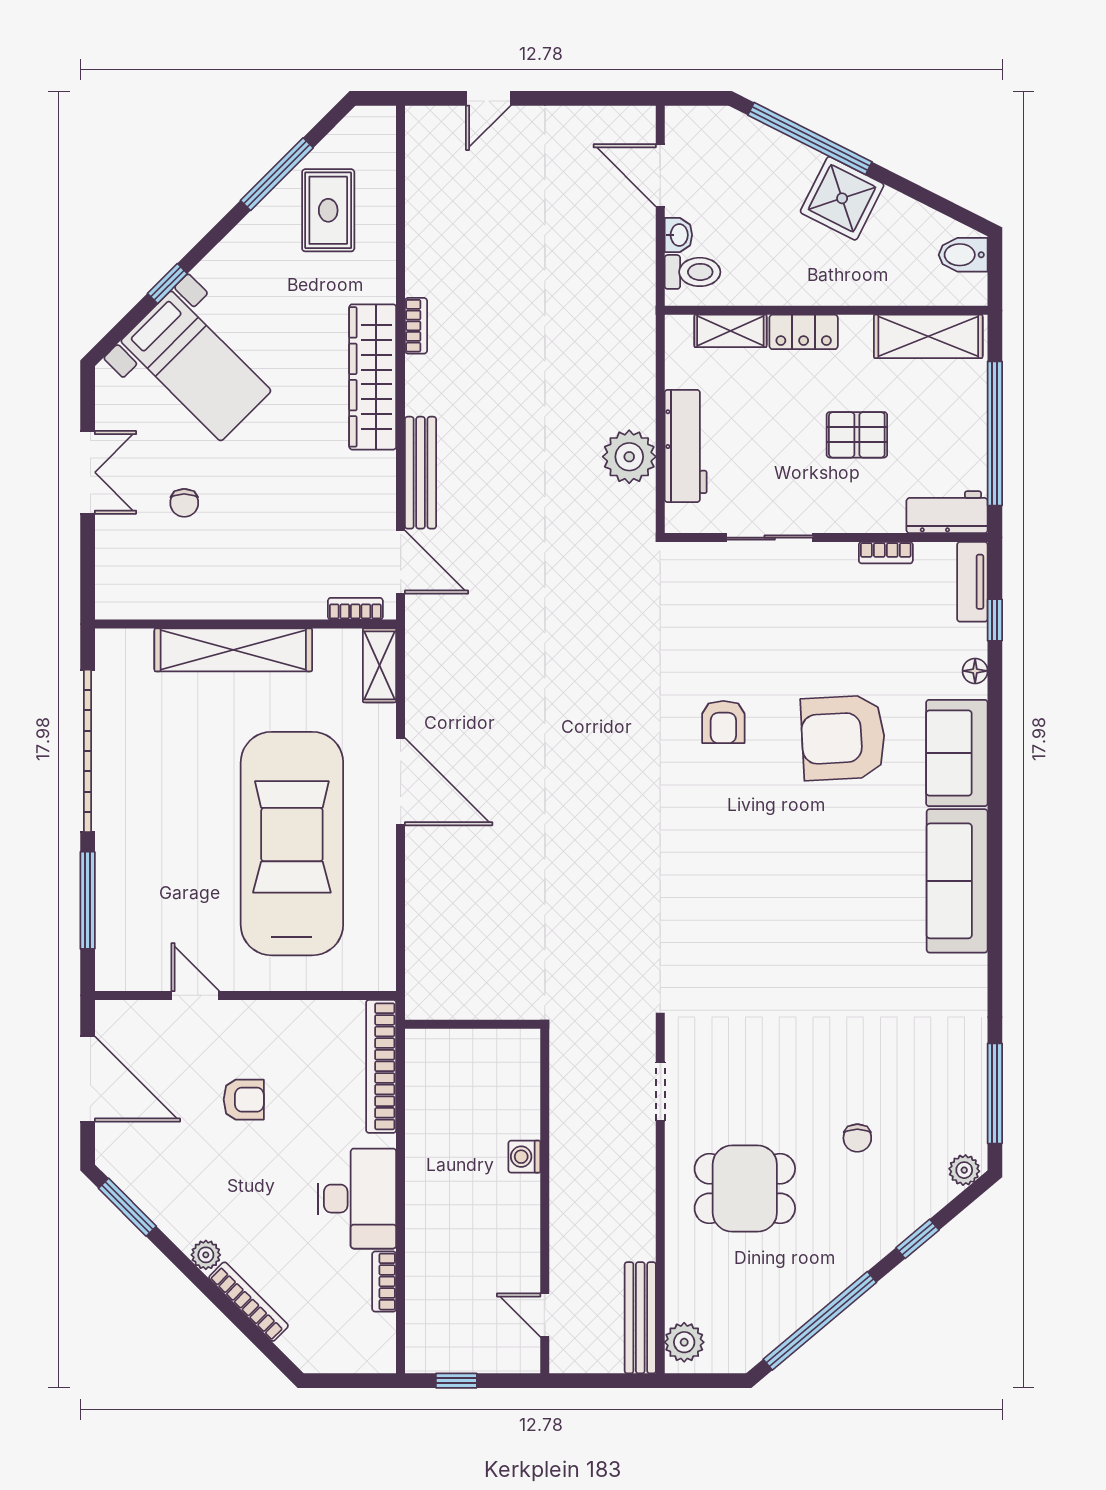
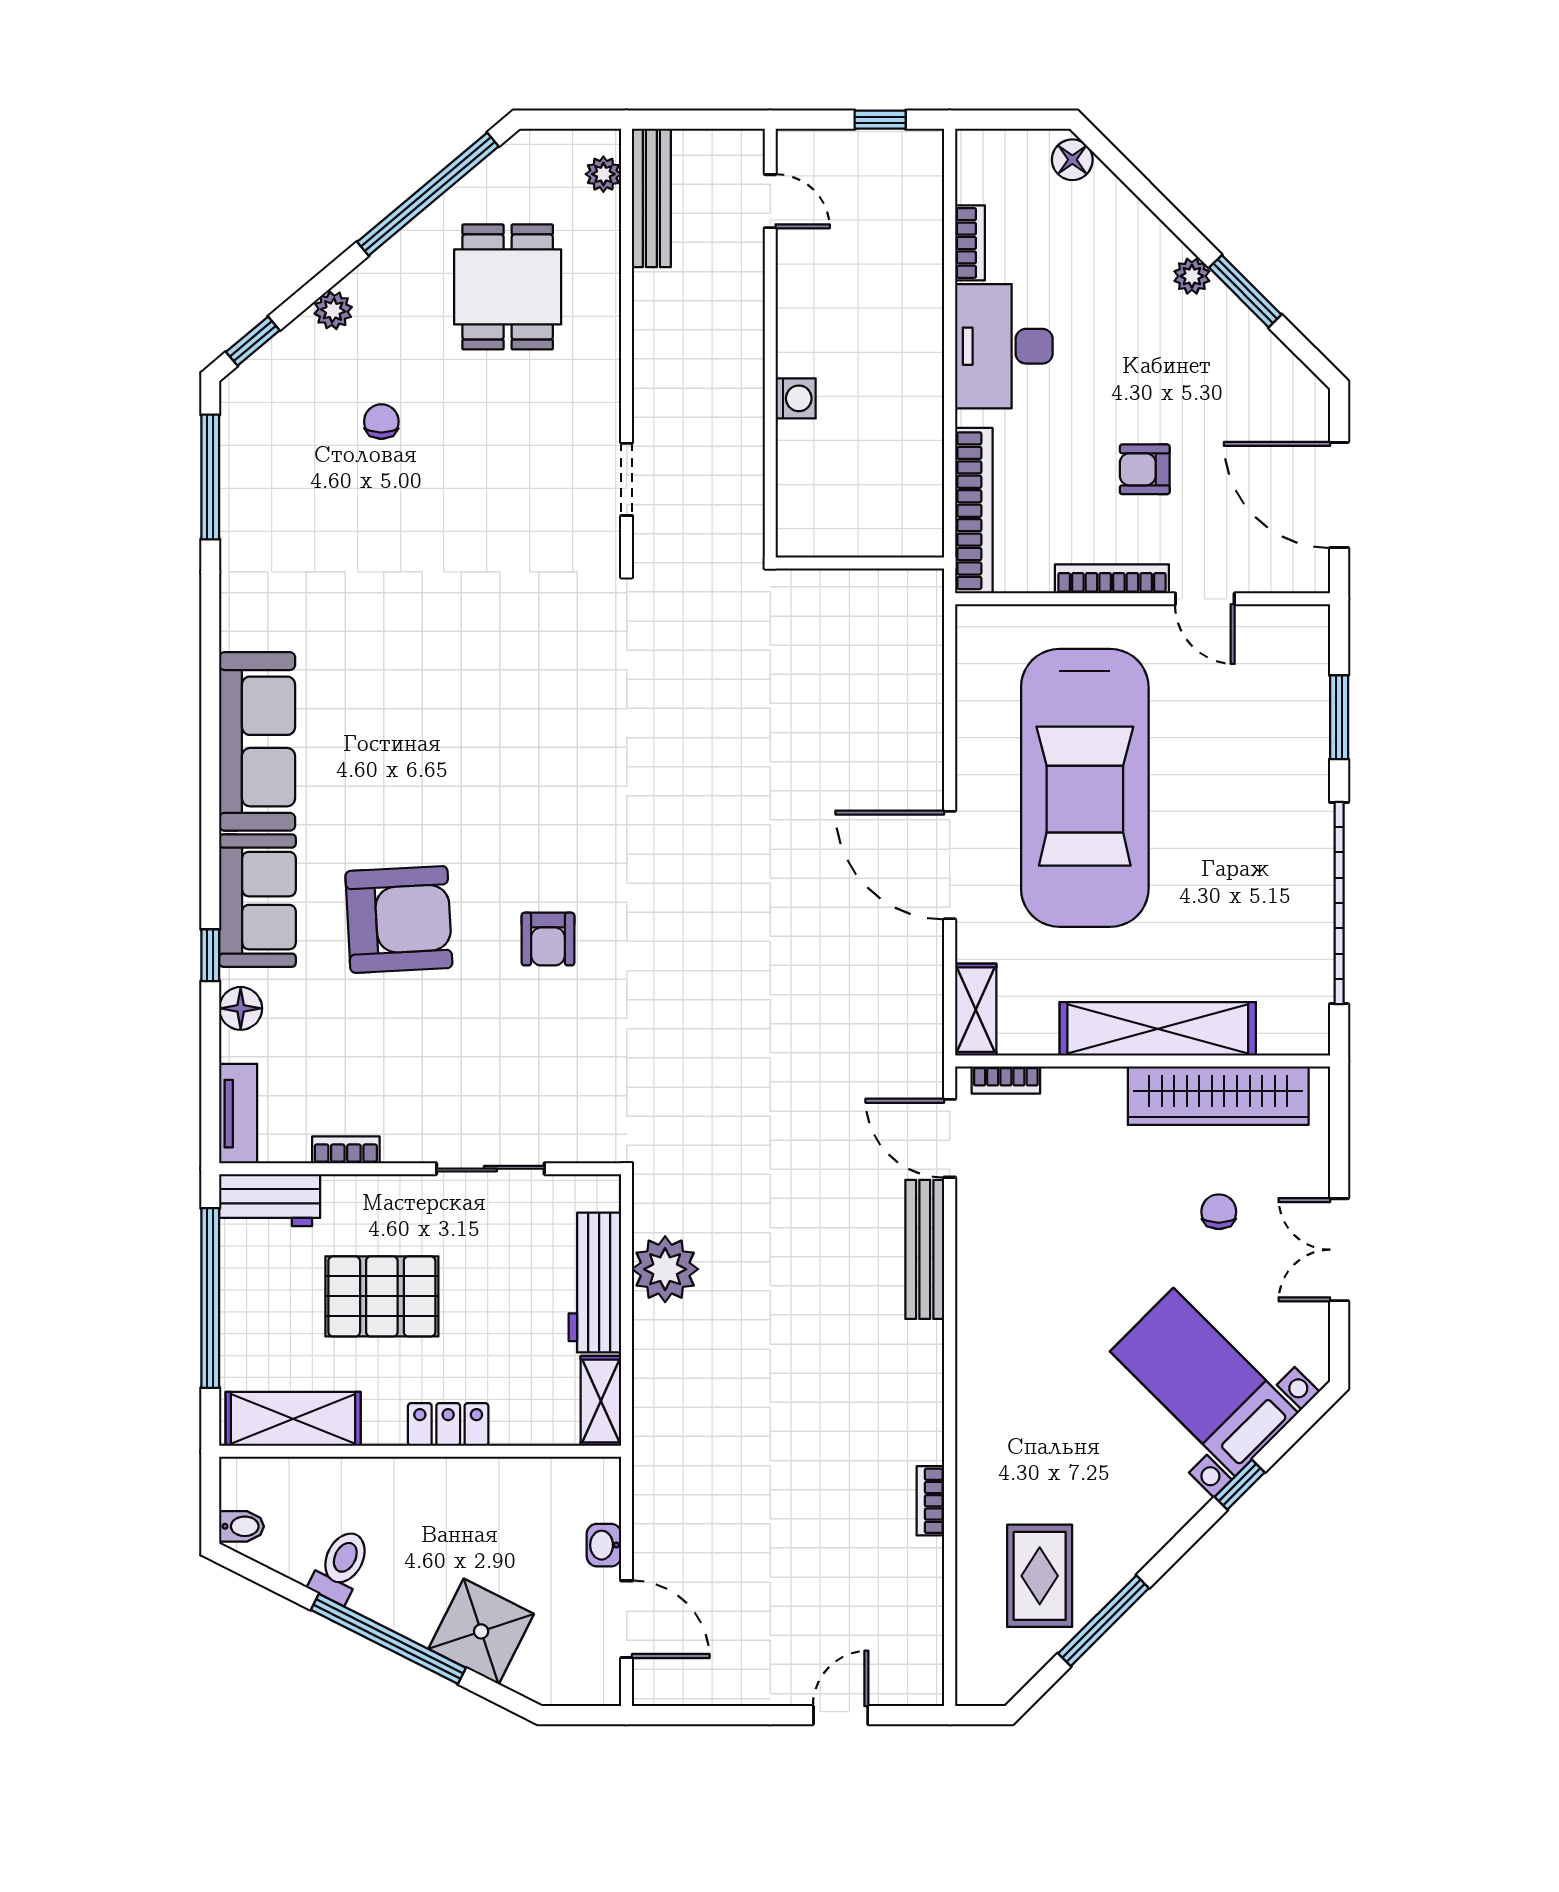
window: (810, 138) -> (388, 1639), moved
shower: (842, 198) -> (481, 1631), moved
bidet: (963, 255) -> (242, 1526), width x0.72, depth x0.74
toilet: (692, 272) -> (341, 1566), moved, turned 117
bookcase: (416, 326) -> (930, 1501), moved
shelving: (730, 331) -> (601, 1401), moved, turned 90
wardrobe: (373, 377) -> (1218, 1096), moved, turned 90
pallet: (857, 435) -> (382, 1296), width x1.50, depth x1.42
window: (995, 620) -> (210, 955), moved
floor lamp: (975, 671) -> (241, 1008), width x1.37, depth x1.37
armchair: (723, 722) -> (548, 939), turned 180
window: (88, 900) -> (1339, 717), width x0.69
plant: (964, 1170) -> (333, 310), moved
dining table: (745, 1189) -> (508, 287), moved, turned 90
window: (127, 1207) -> (1245, 291), moved
window: (917, 1239) -> (253, 341), moved
bookcase: (249, 1302) -> (1112, 579), moved, turned 135
plant: (684, 1342) -> (603, 174), width x0.73, depth x0.73
floor lamp: (302, 1348) -> (1072, 160), added

